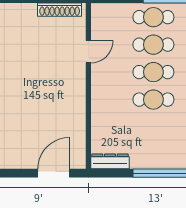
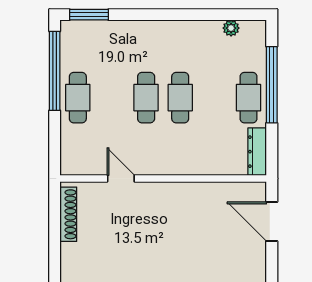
cafe table: (153, 45) -> (249, 98), moved

